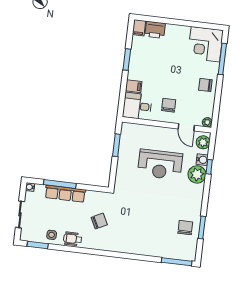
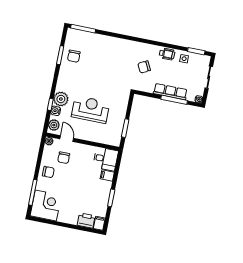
chair: (169, 105) -> (64, 158), moved

